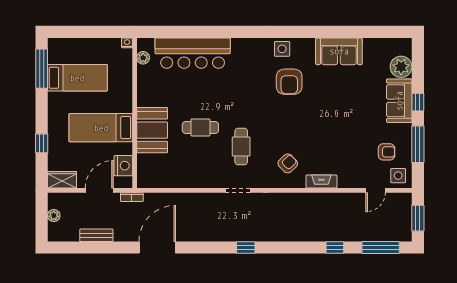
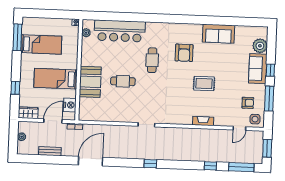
side table: (282, 49) -> (180, 30), removed
rug: (321, 126) -> (204, 83), added
cafe table: (241, 146) -> (152, 60), moved
armchair: (288, 163) -> (181, 108), removed

